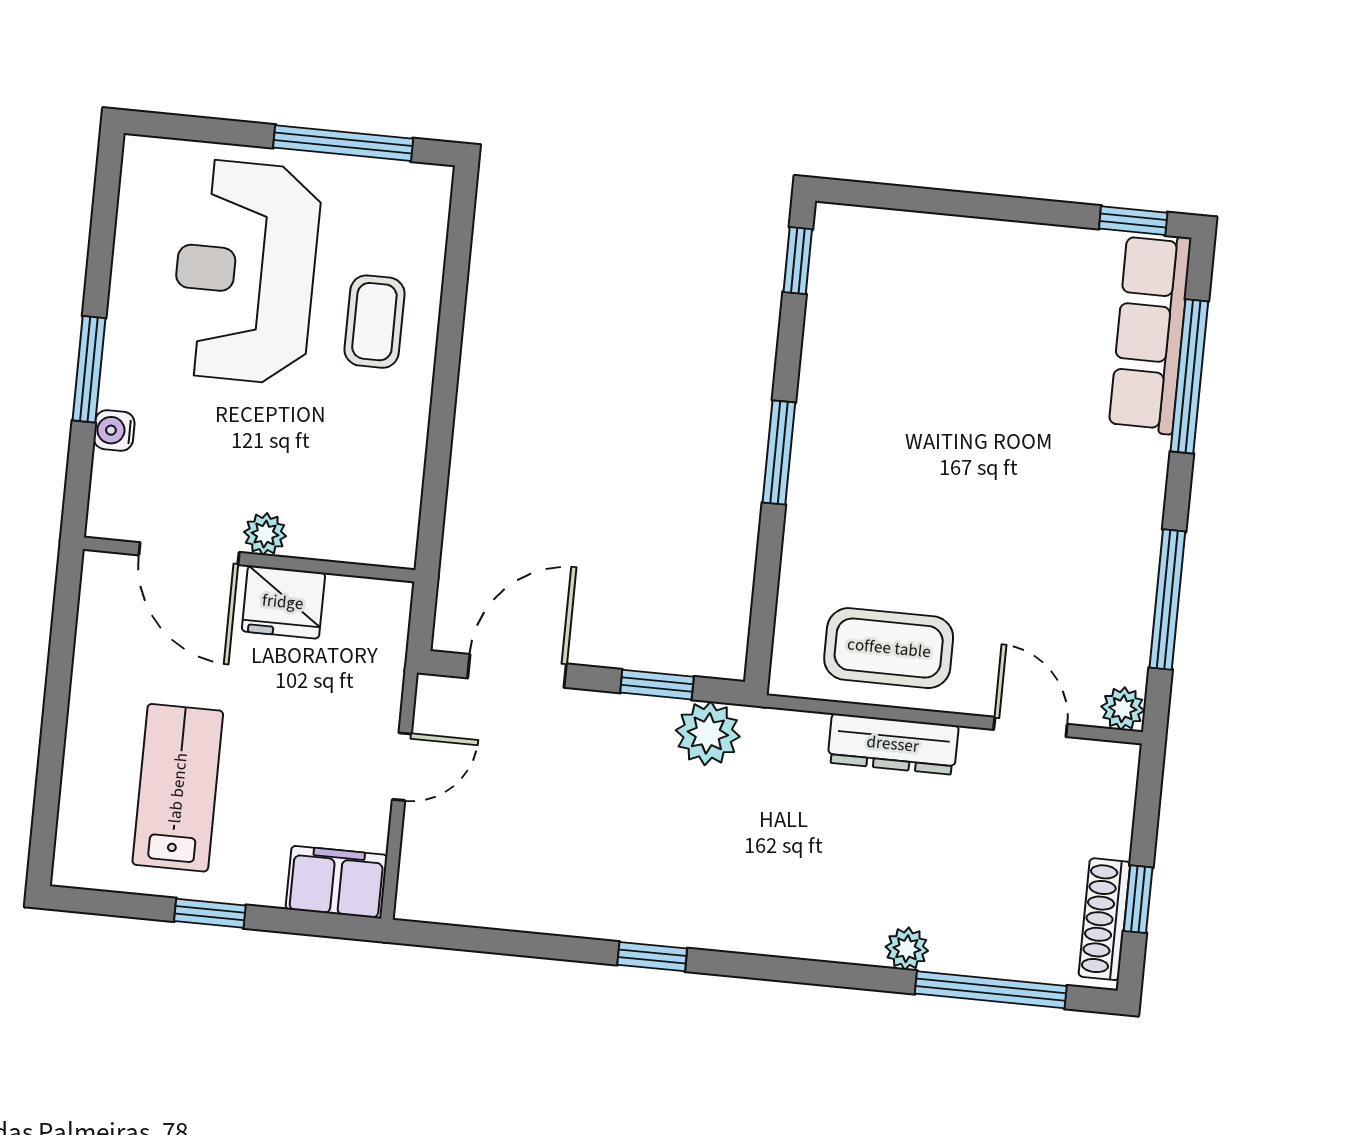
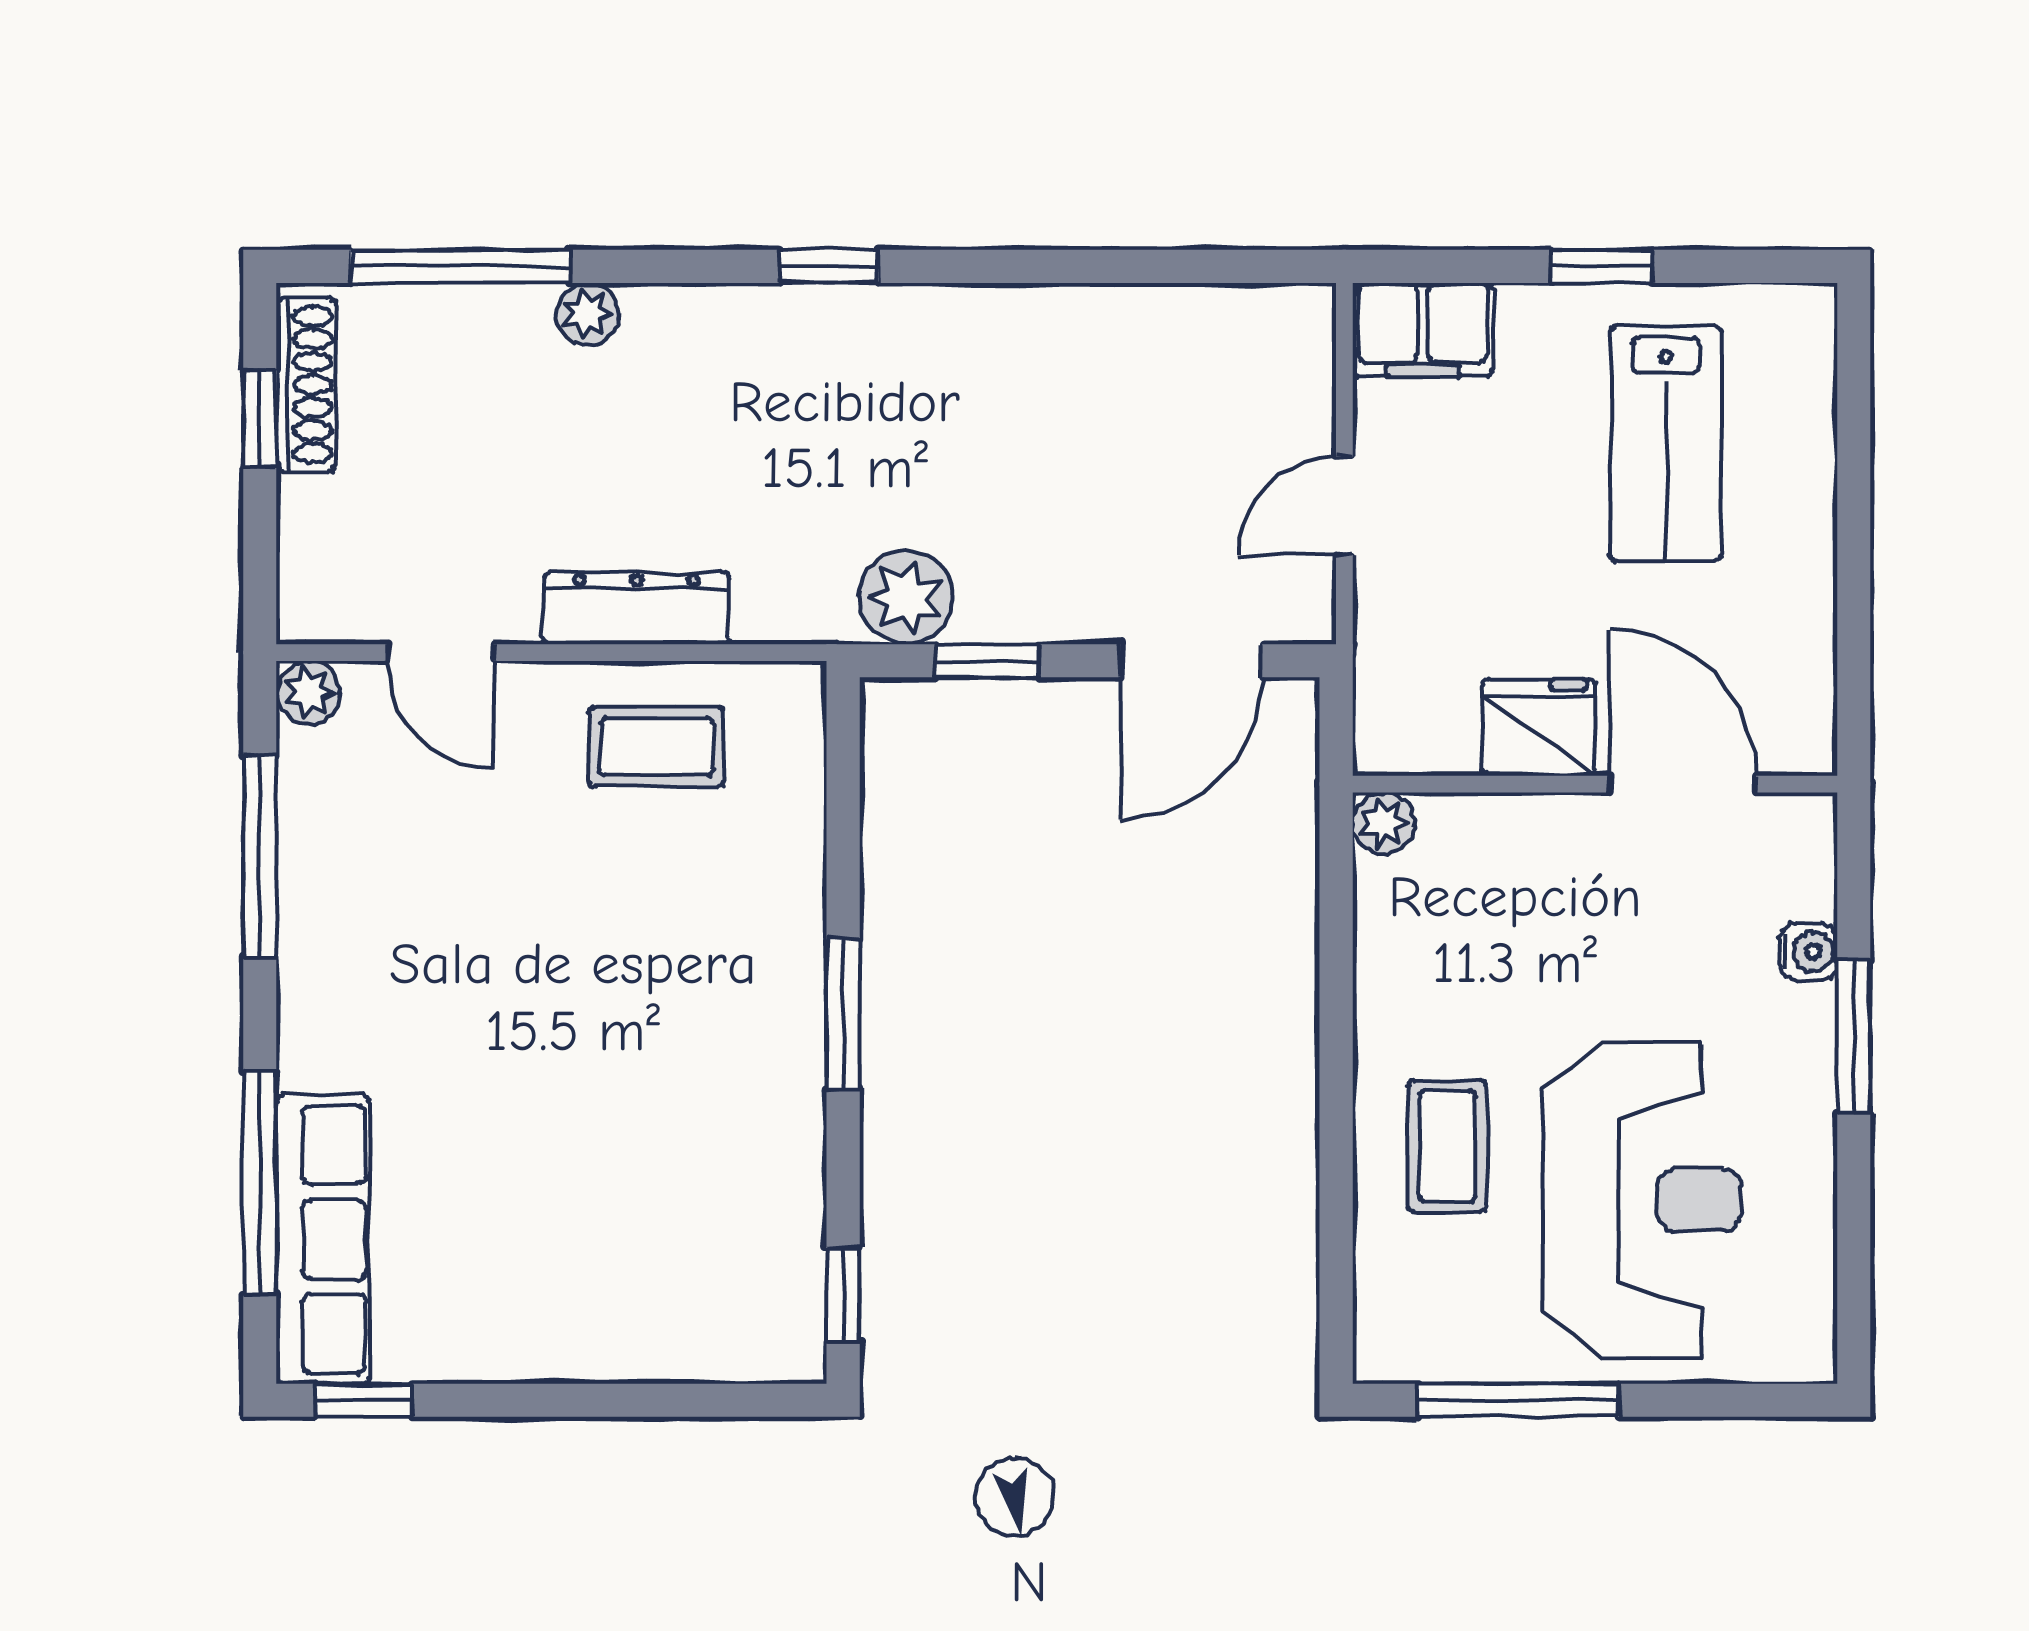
plant: (265, 534) -> (1384, 823), moved
coffee table: (889, 648) -> (657, 747), width x0.73, depth x0.77
window: (652, 957) -> (829, 266), moved

